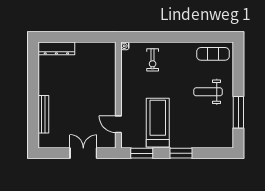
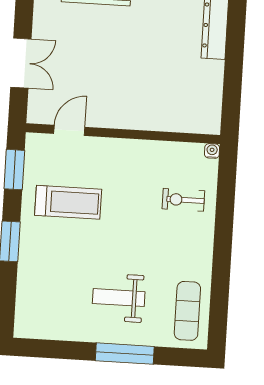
weight bench: (208, 92) -> (119, 298), turned -90
window: (238, 112) -> (125, 354), moved
treadmill: (158, 123) -> (68, 202), width x0.73, depth x0.73

